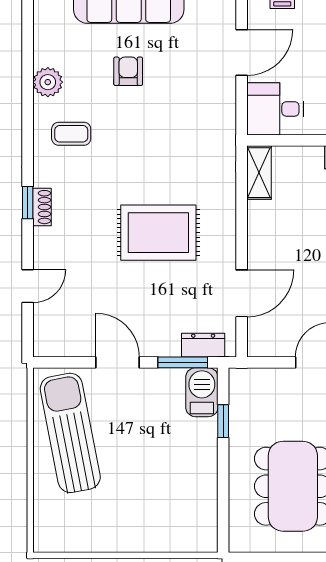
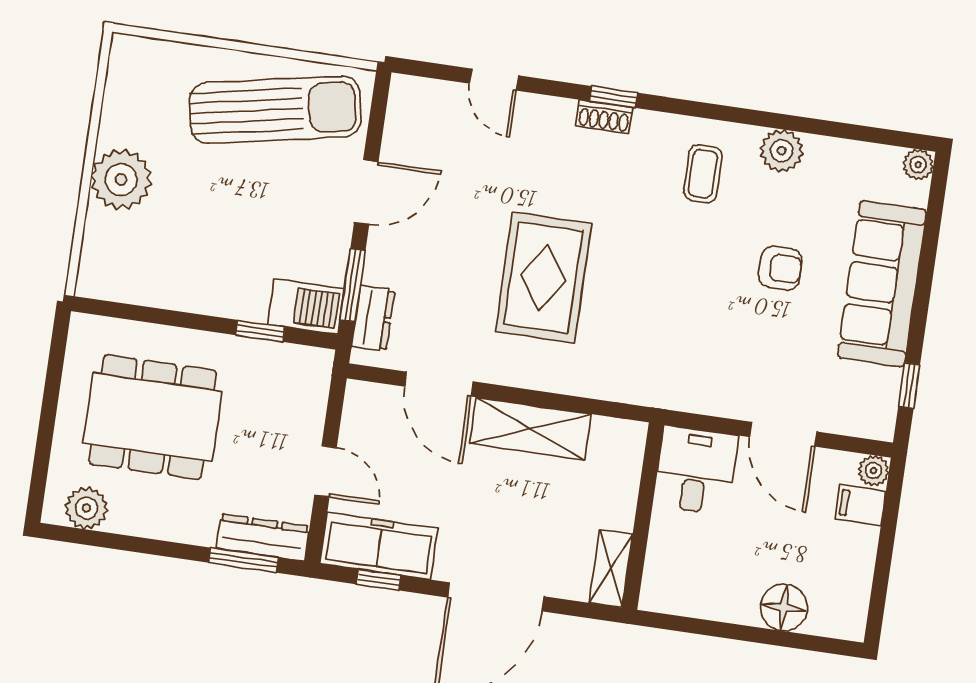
shelving: (259, 173) -> (530, 429), moved, width x1.50, depth x1.33
plant: (133, 531) -> (121, 180), added

